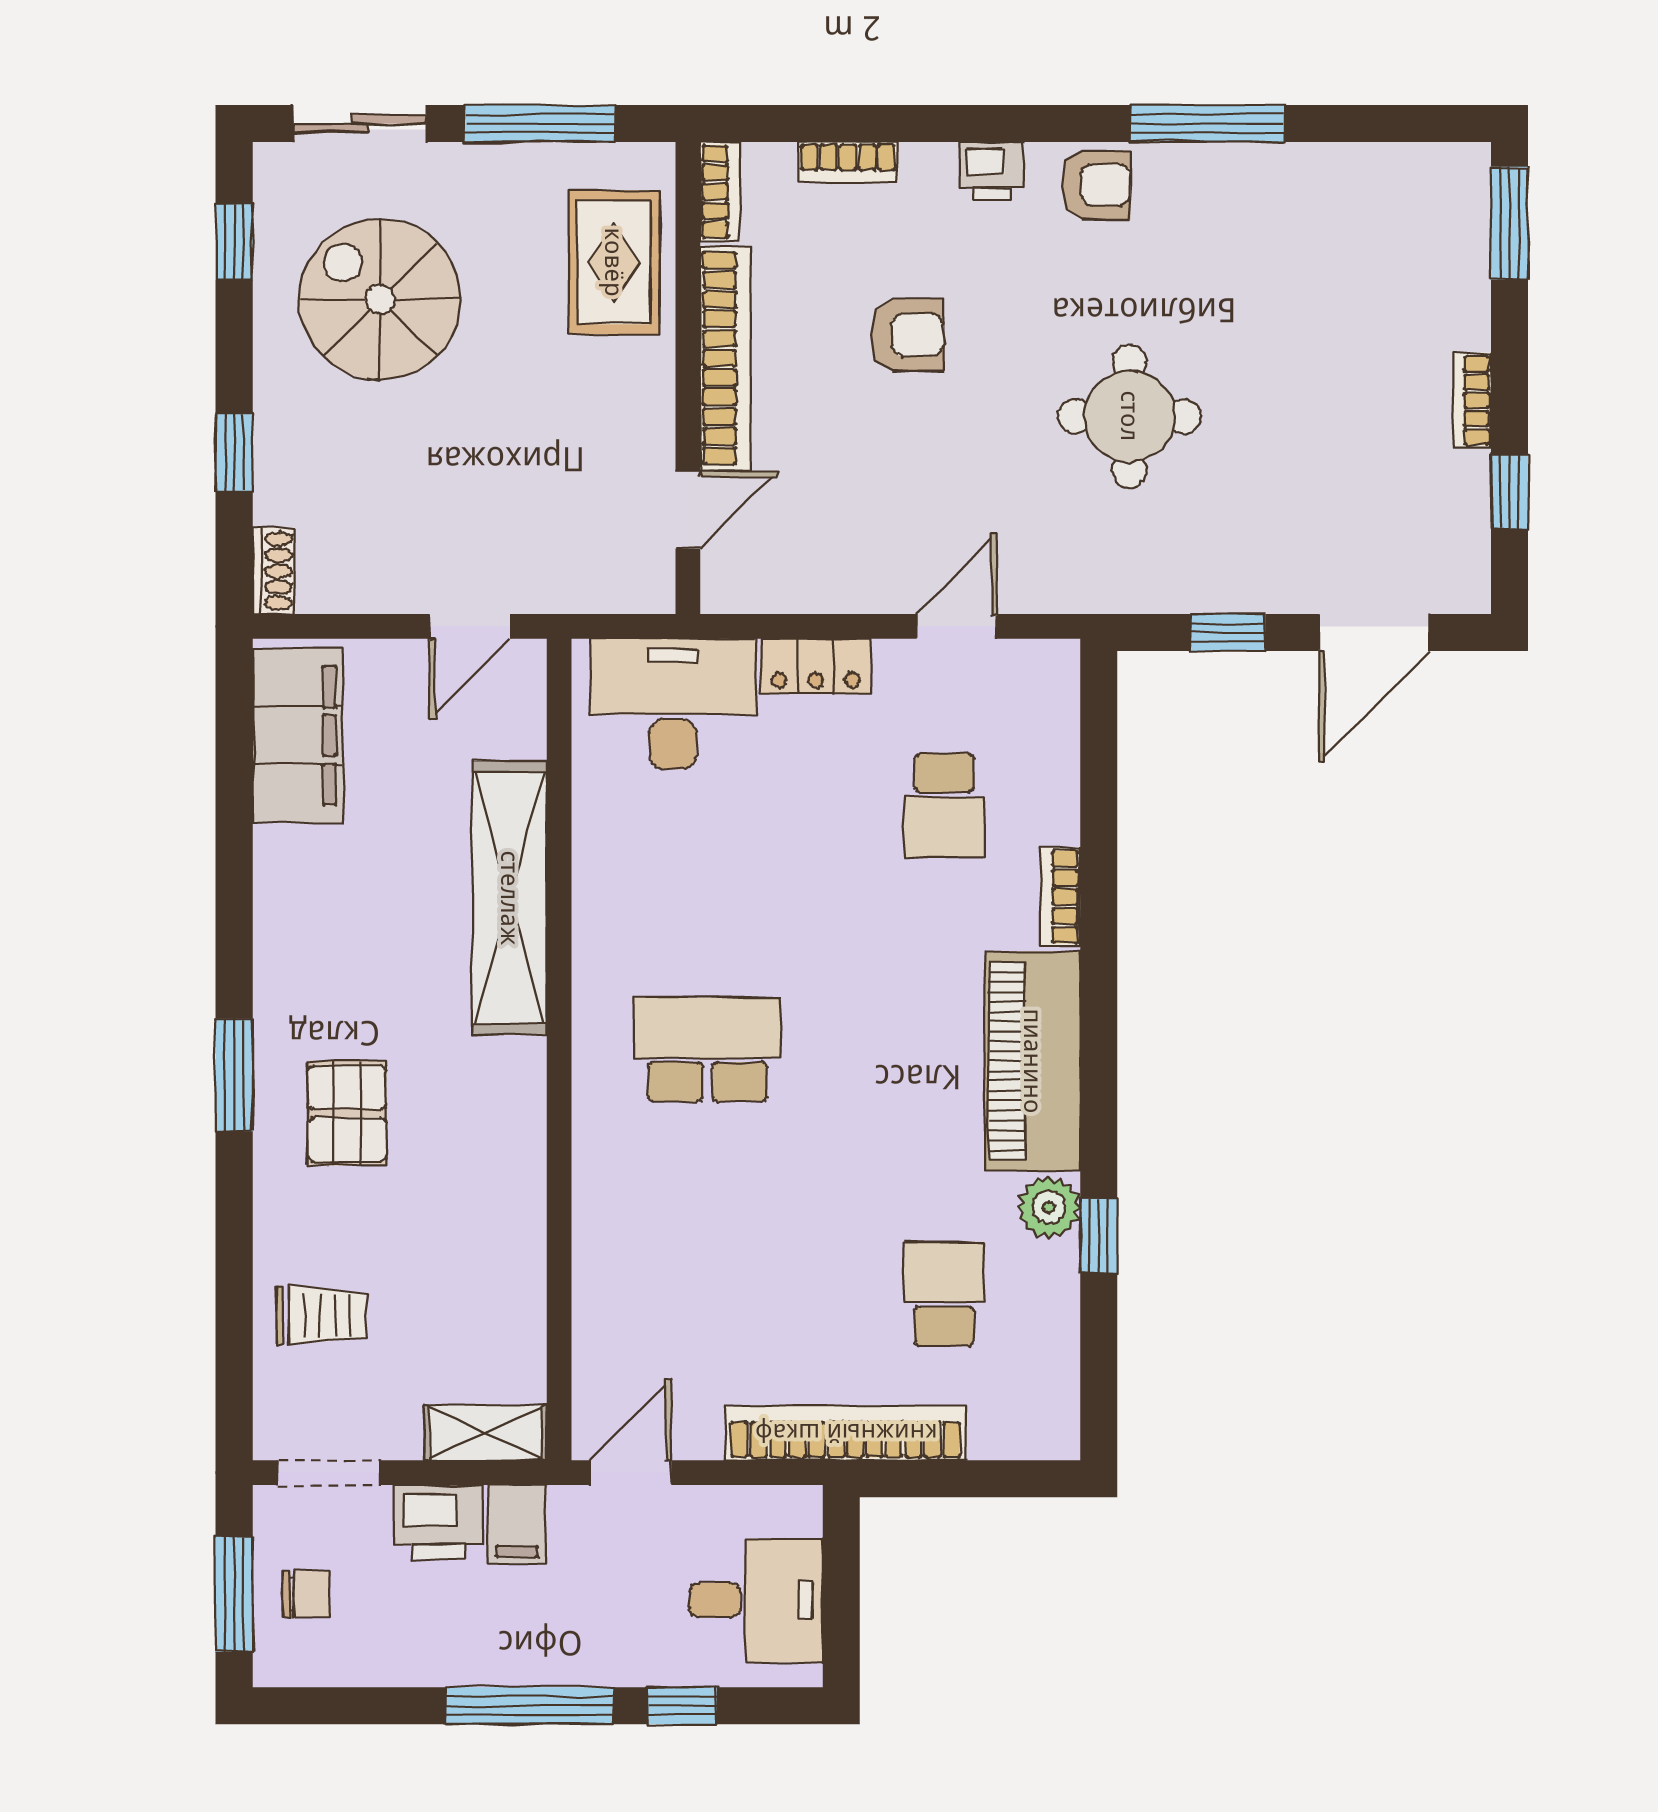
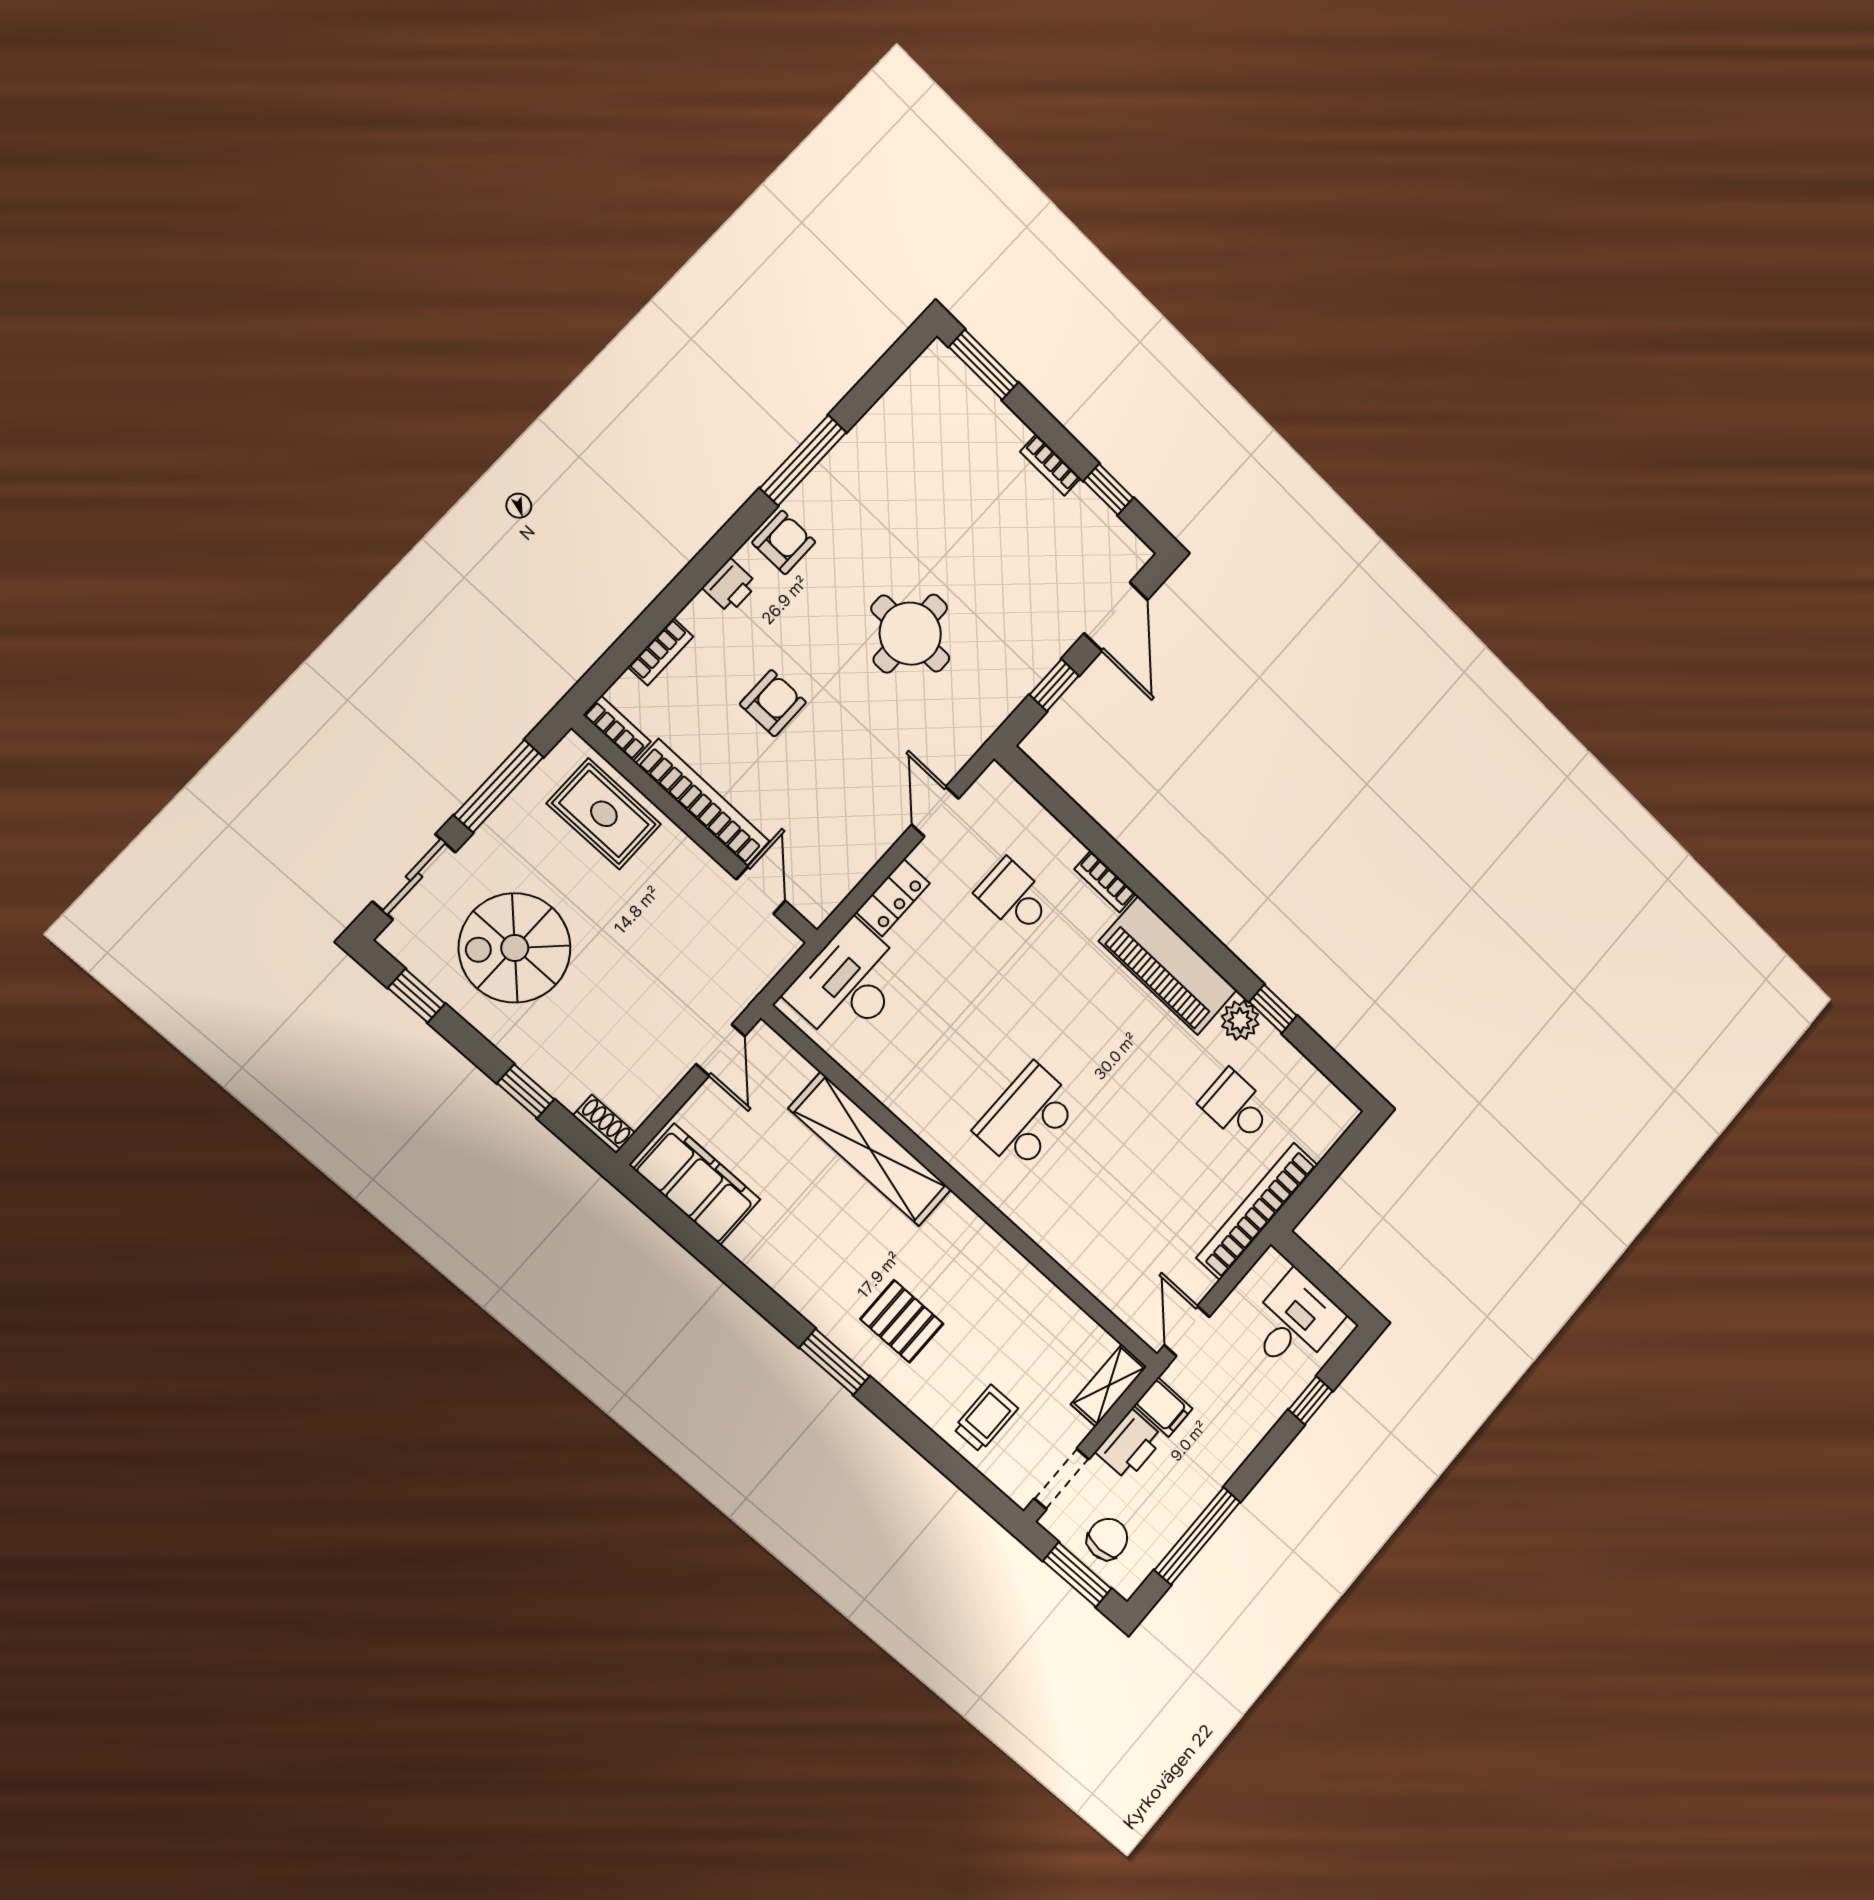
school desk: (944, 805) -> (1014, 897), turned 180
chair: (306, 1594) -> (1107, 1539), width x1.37, depth x1.37
window: (530, 1706) -> (1197, 1536), moved

